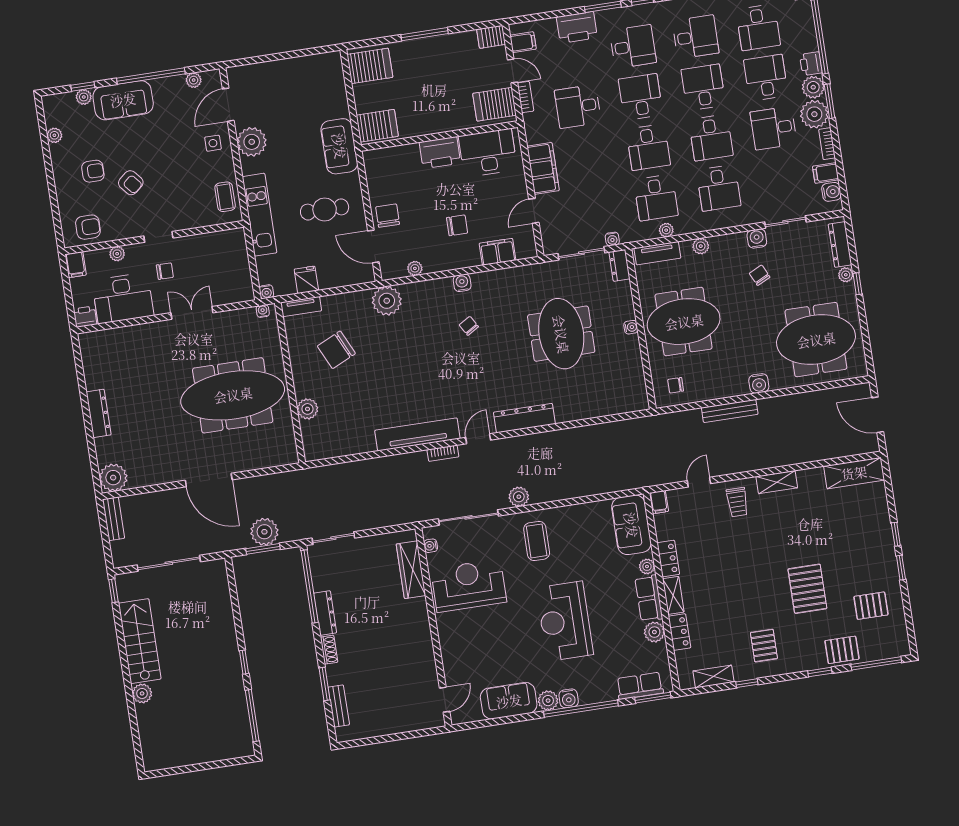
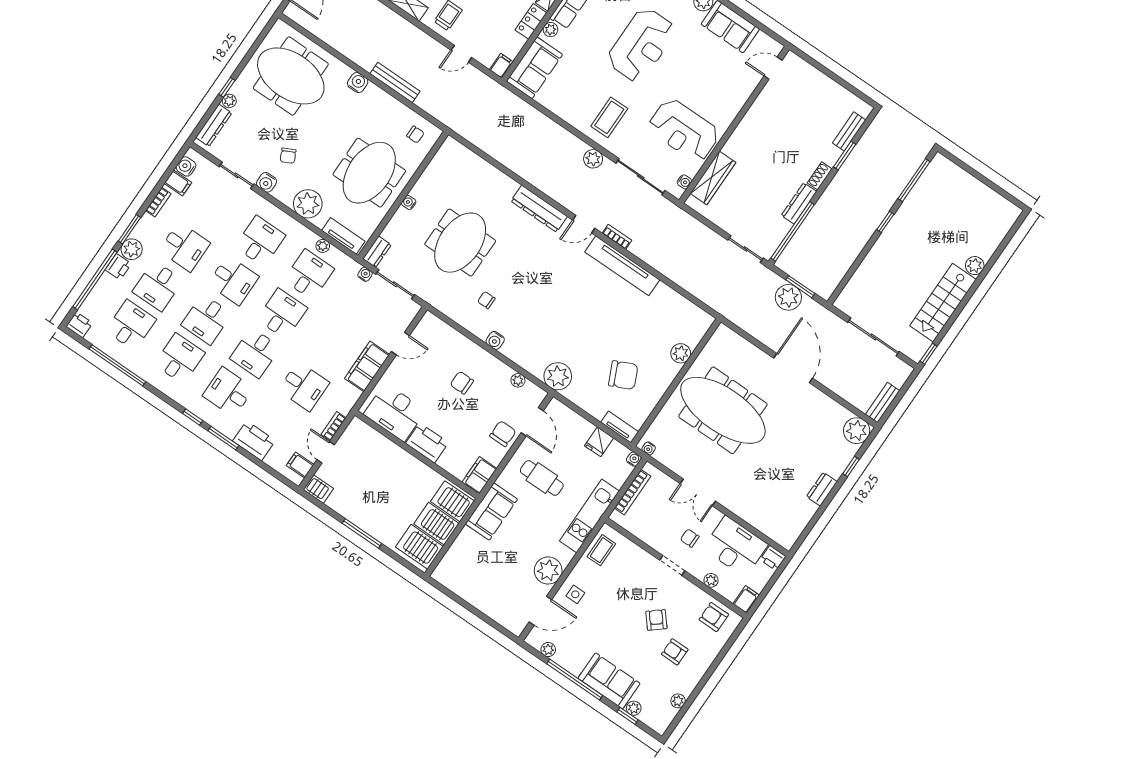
desk: (696, 37) -> (179, 359), turned 90
server rack: (494, 104) -> (436, 524), moved, turned 180
plant: (814, 114) -> (148, 230), removed
desk: (711, 138) -> (233, 280), turned 90
chair: (388, 216) -> (503, 434), turned 180
plant: (701, 246) -> (308, 204), width x1.87, depth x1.87
filing cabinet: (498, 252) -> (479, 475), moved, turned 90
bookcase: (243, 265) -> (632, 492), added
meeting table: (684, 322) -> (369, 173), turned 90
chair: (469, 326) -> (486, 300), moved, turned 121
dresser: (98, 413) -> (822, 489), width x0.70
window: (91, 446) -> (851, 466), added

